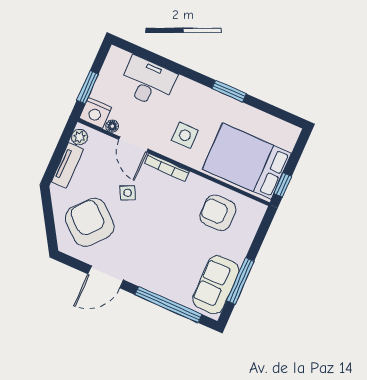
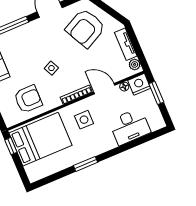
side table: (128, 193) -> (51, 68), moved
armchair: (90, 222) -> (85, 28), turned 112

